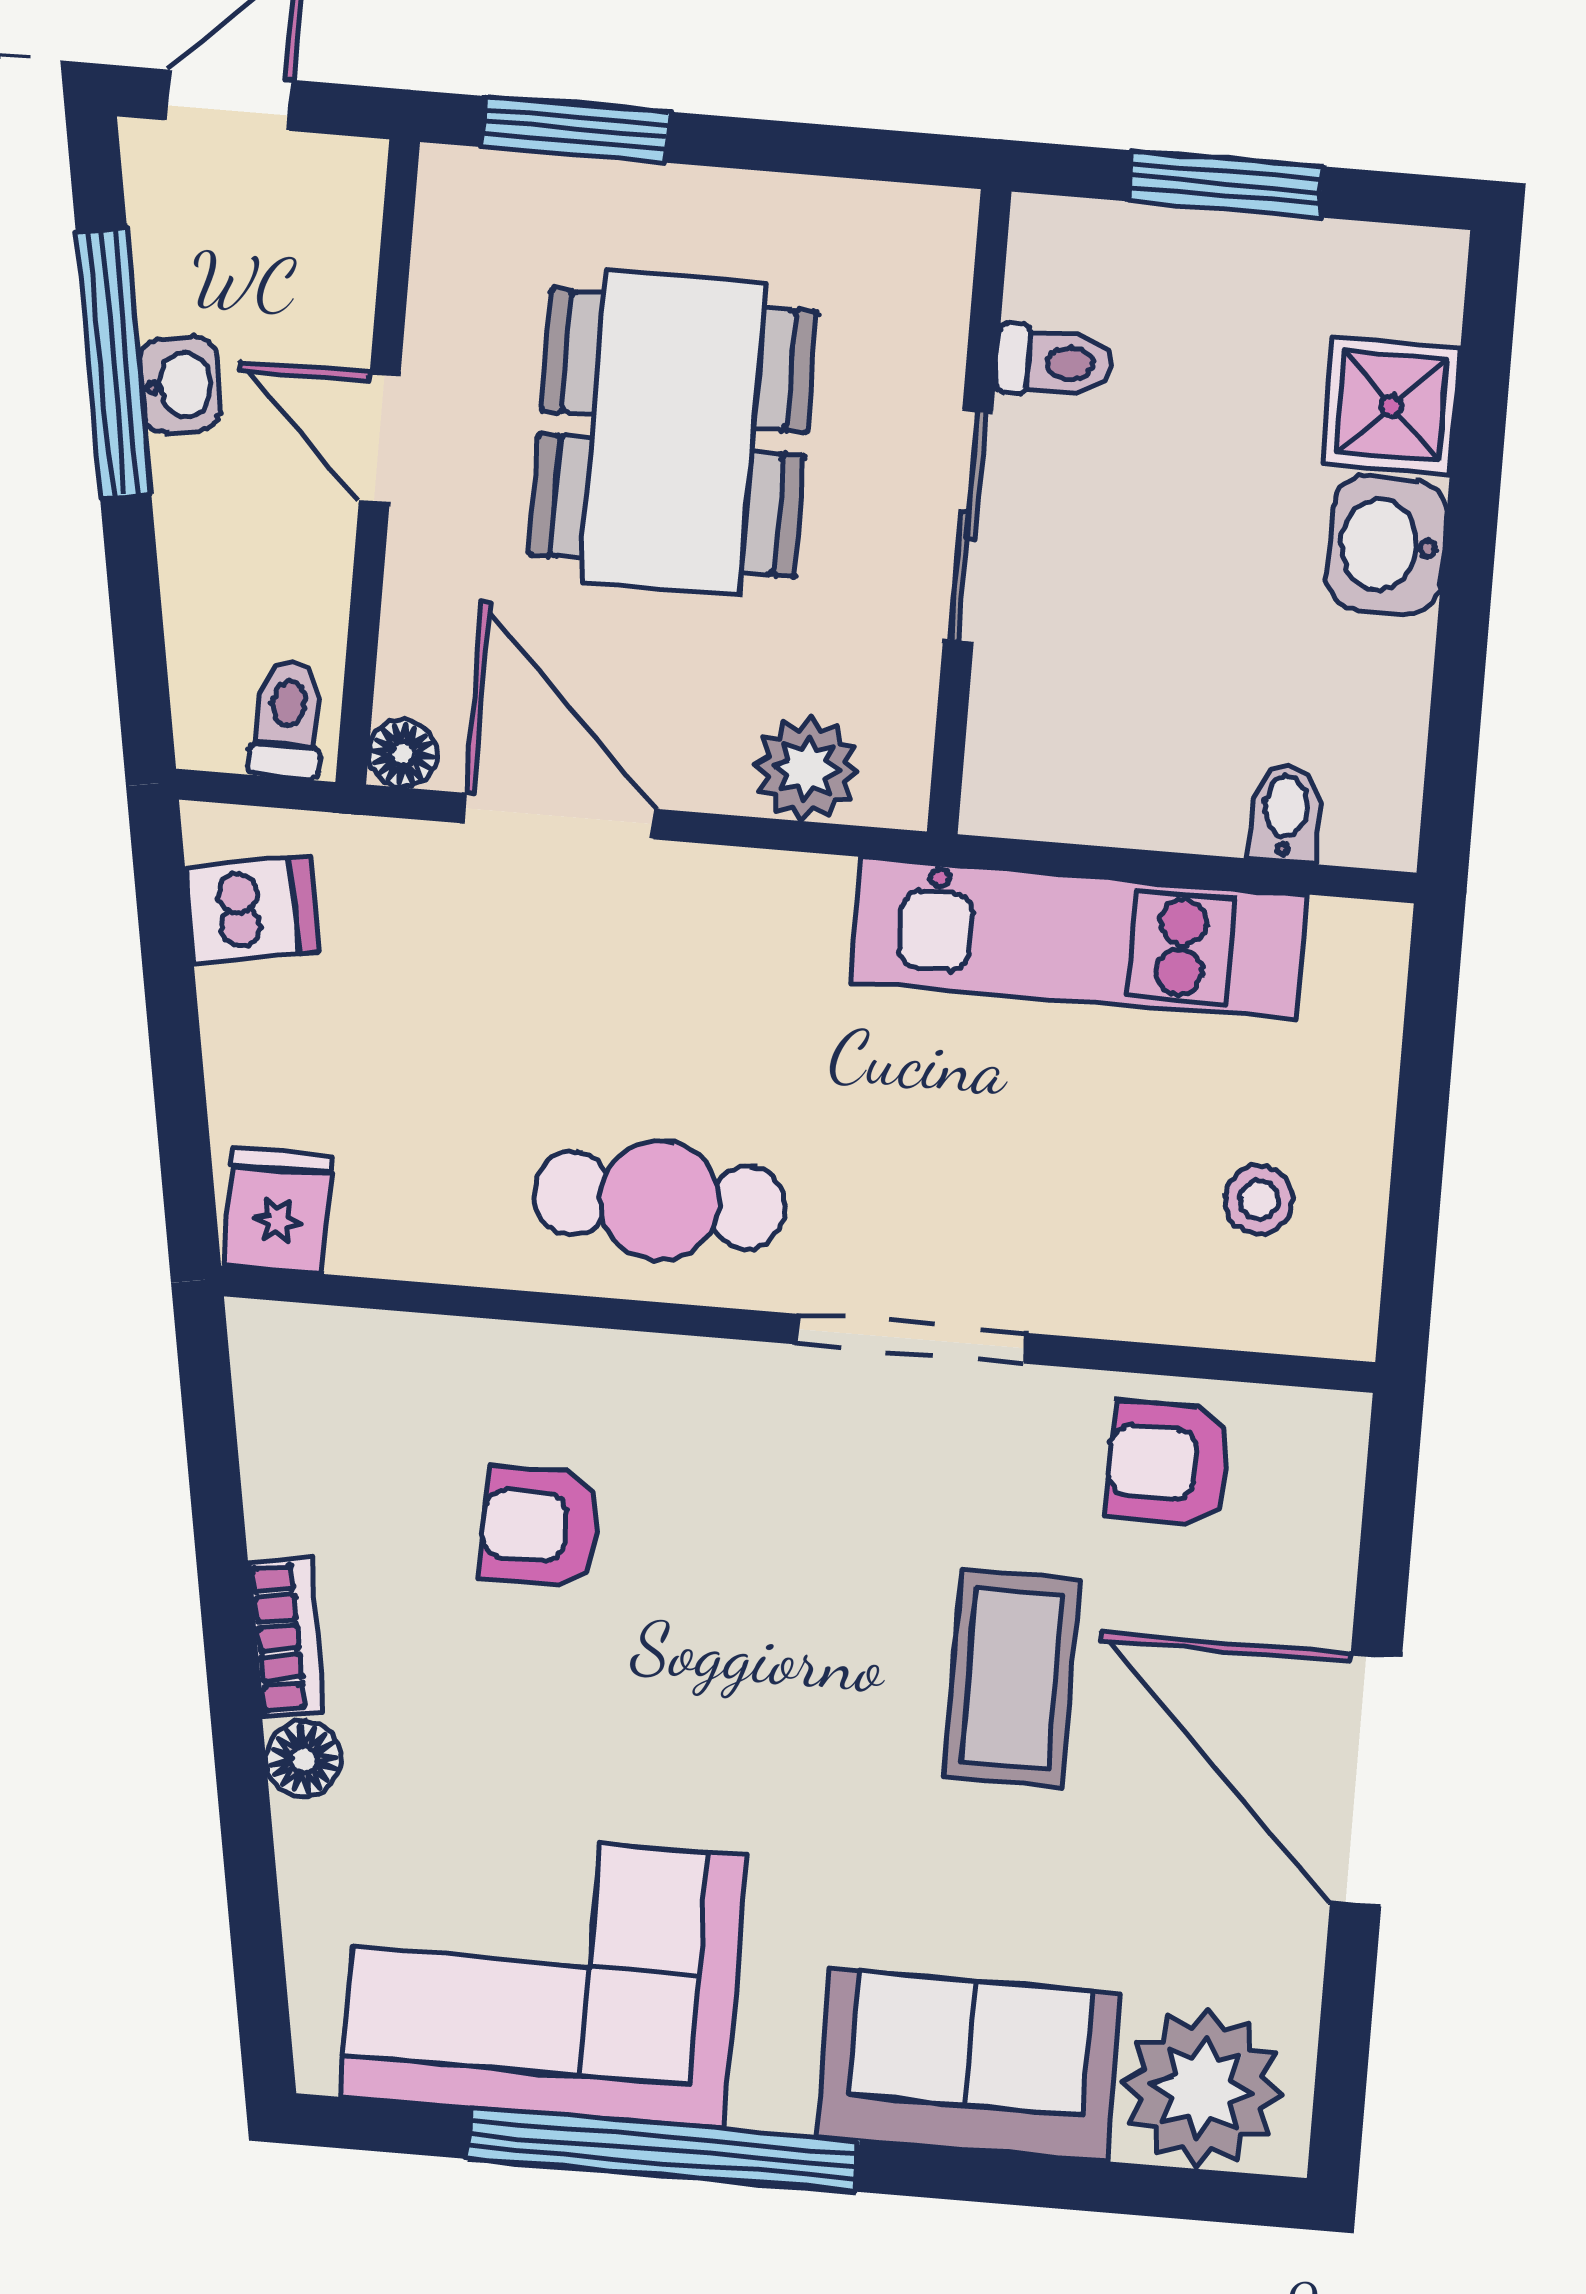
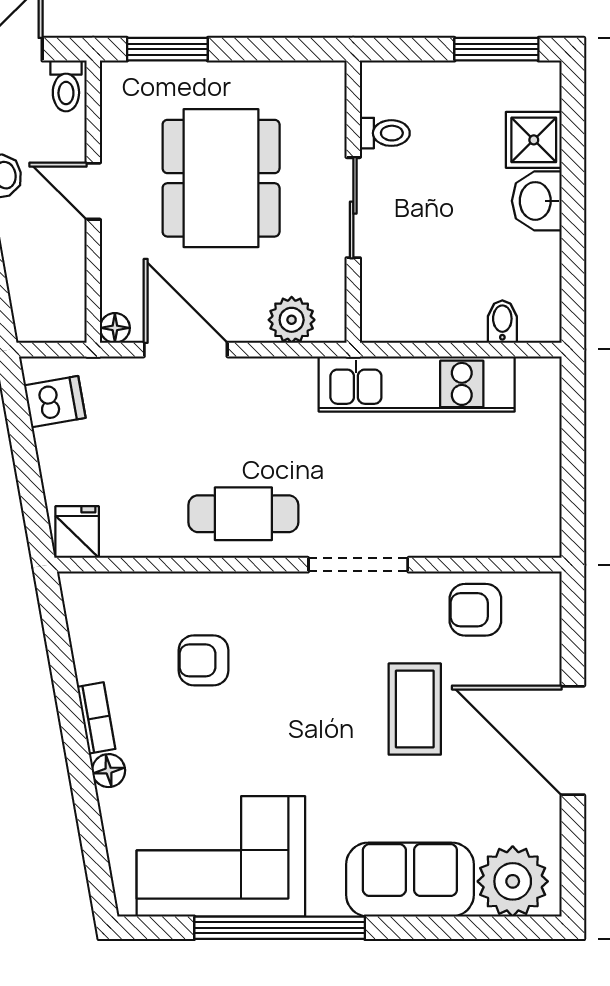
window: (1226, 184) -> (496, 49), moved
toilet: (287, 720) -> (66, 86), moved, turned 180
stool: (1259, 1200) -> (505, 491), removed

